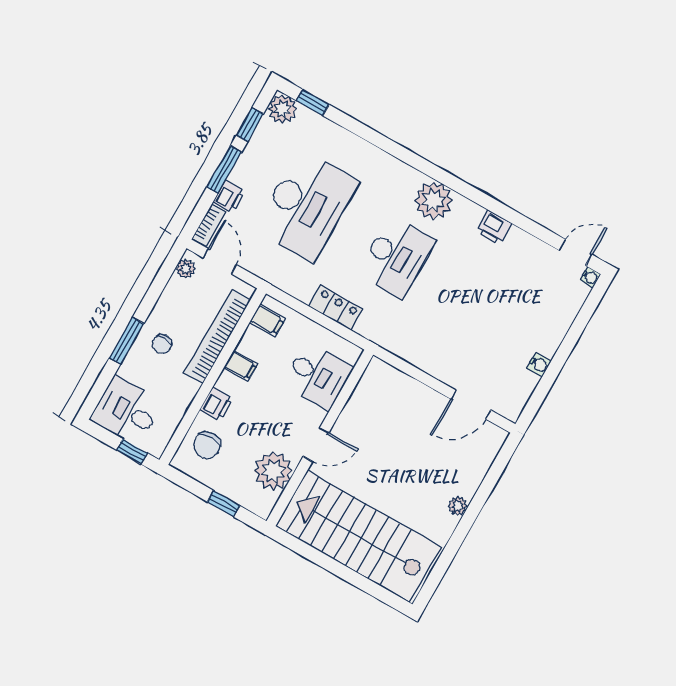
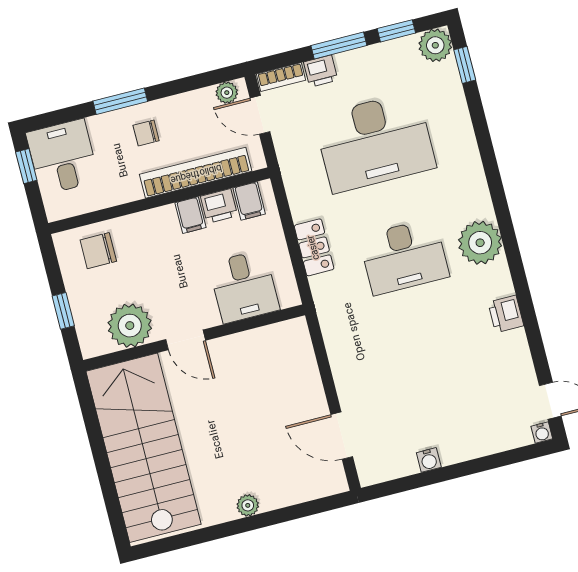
door: (220, 261) -> (260, 115), swing flipped
printer: (217, 404) -> (219, 206), moved
window: (132, 452) -> (26, 166), moved

